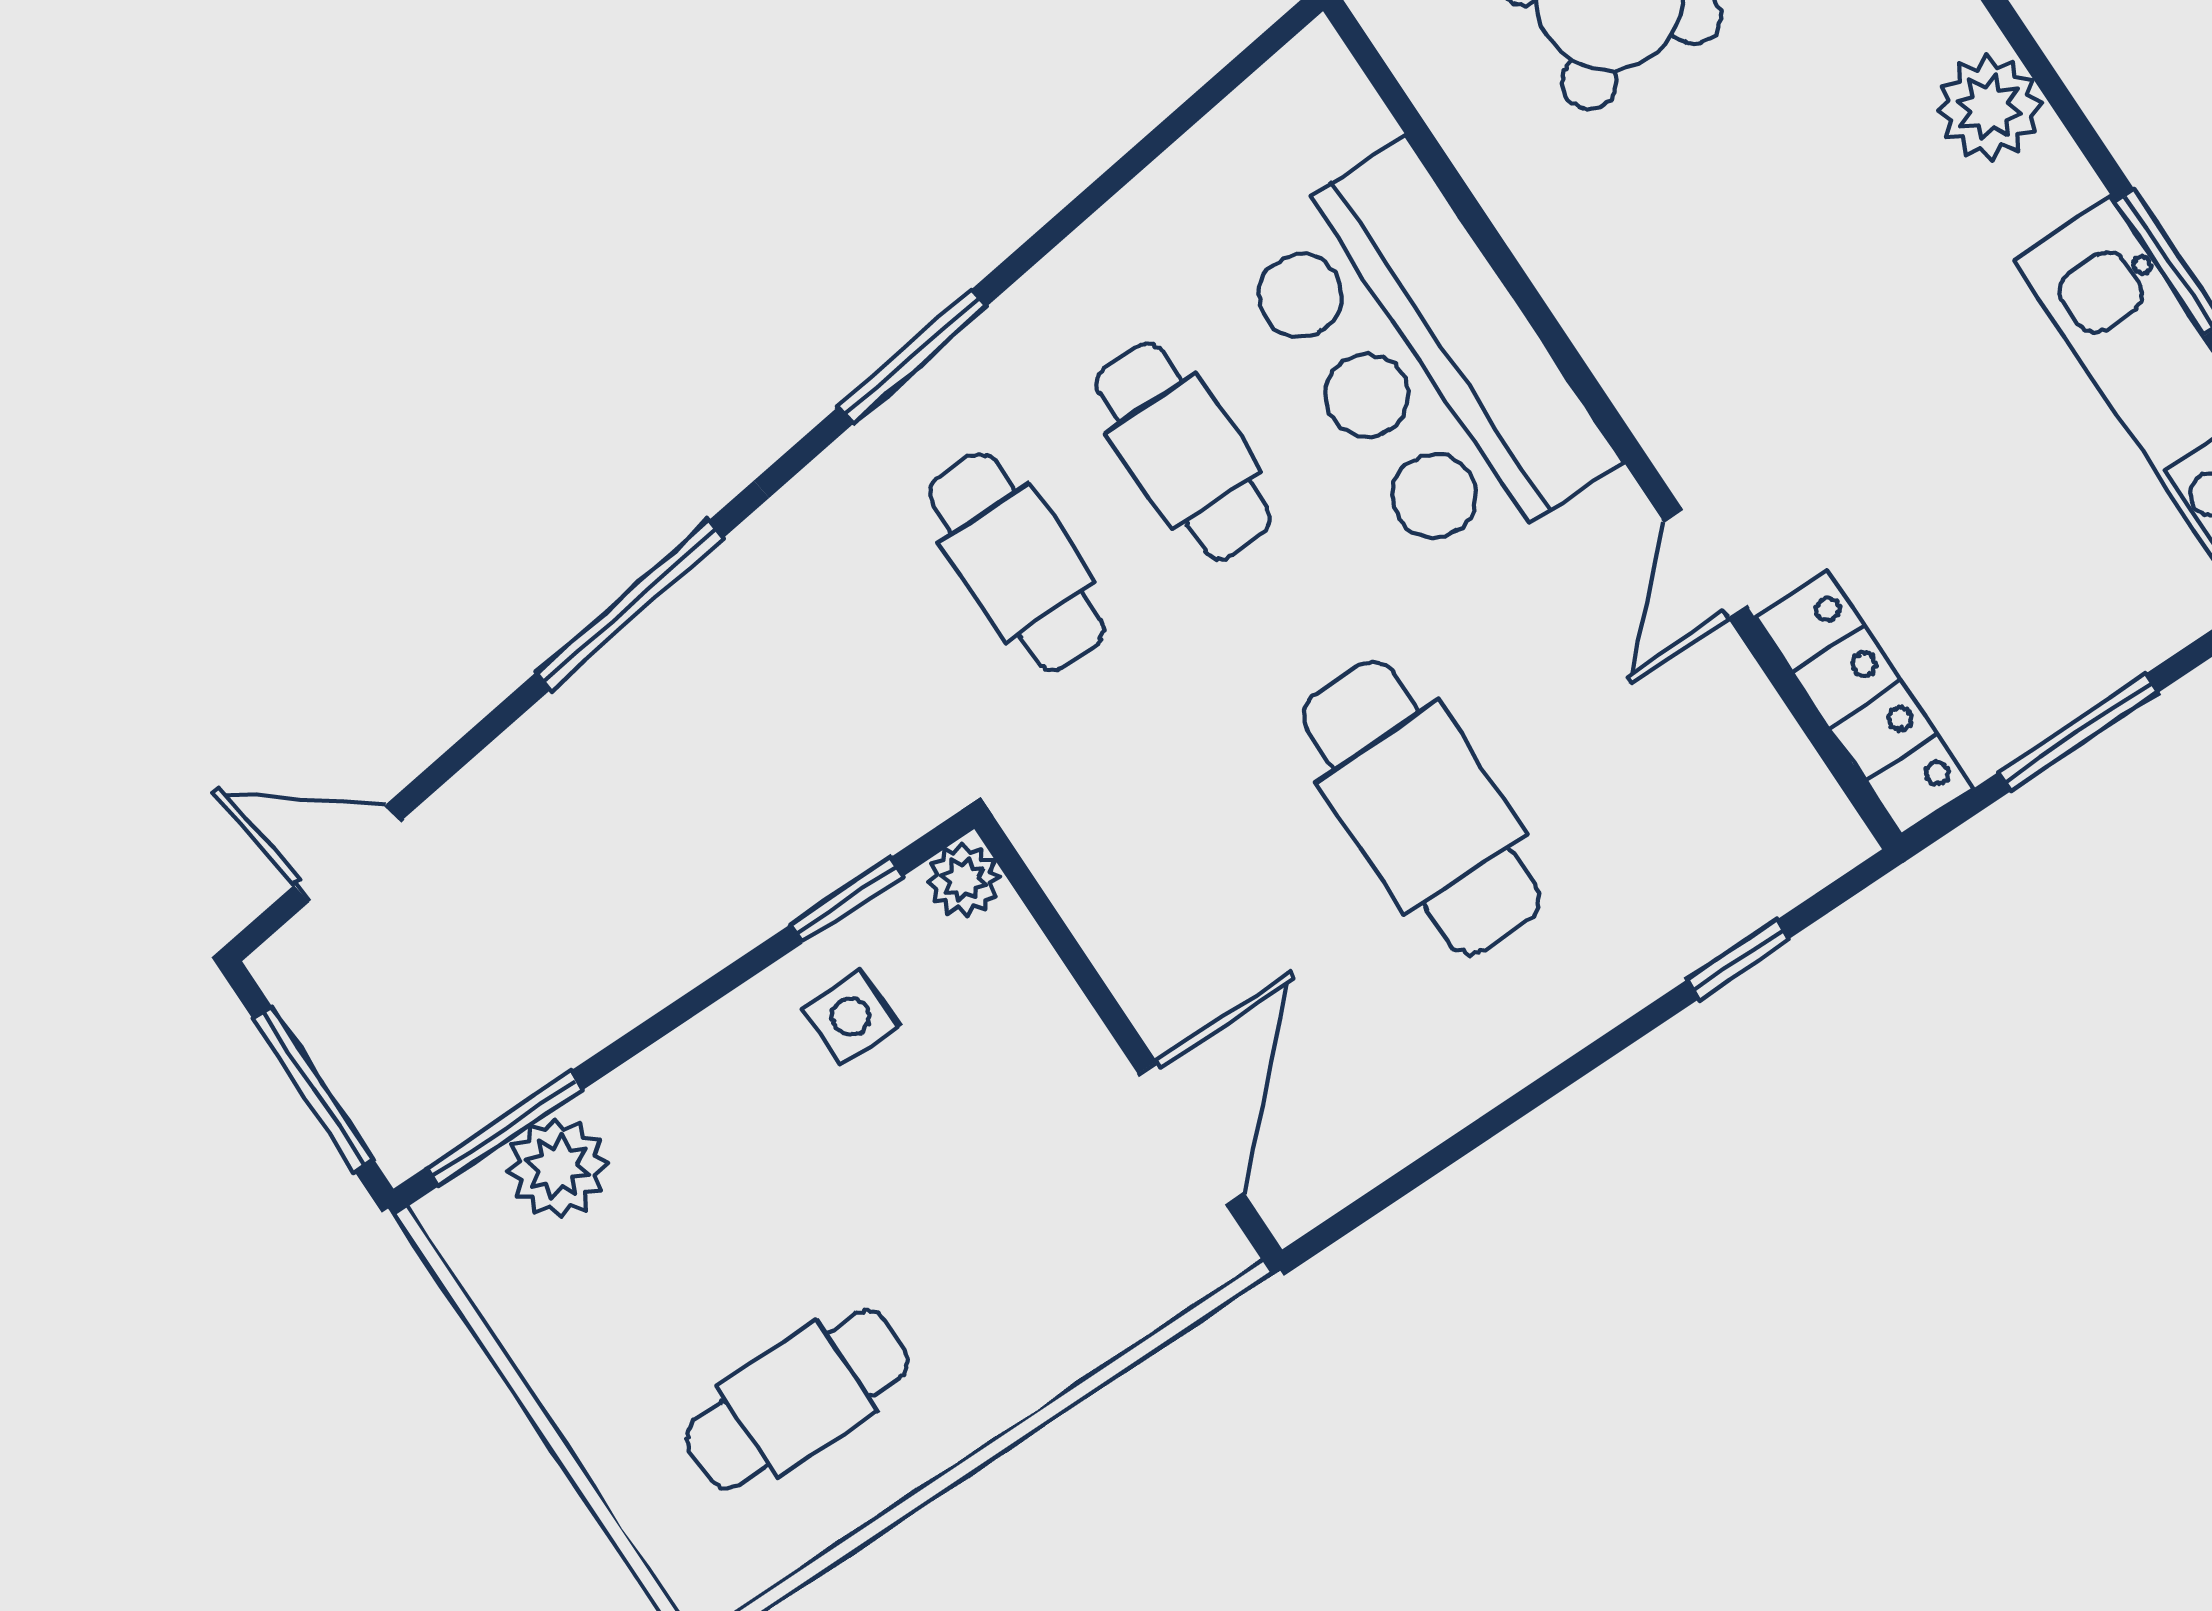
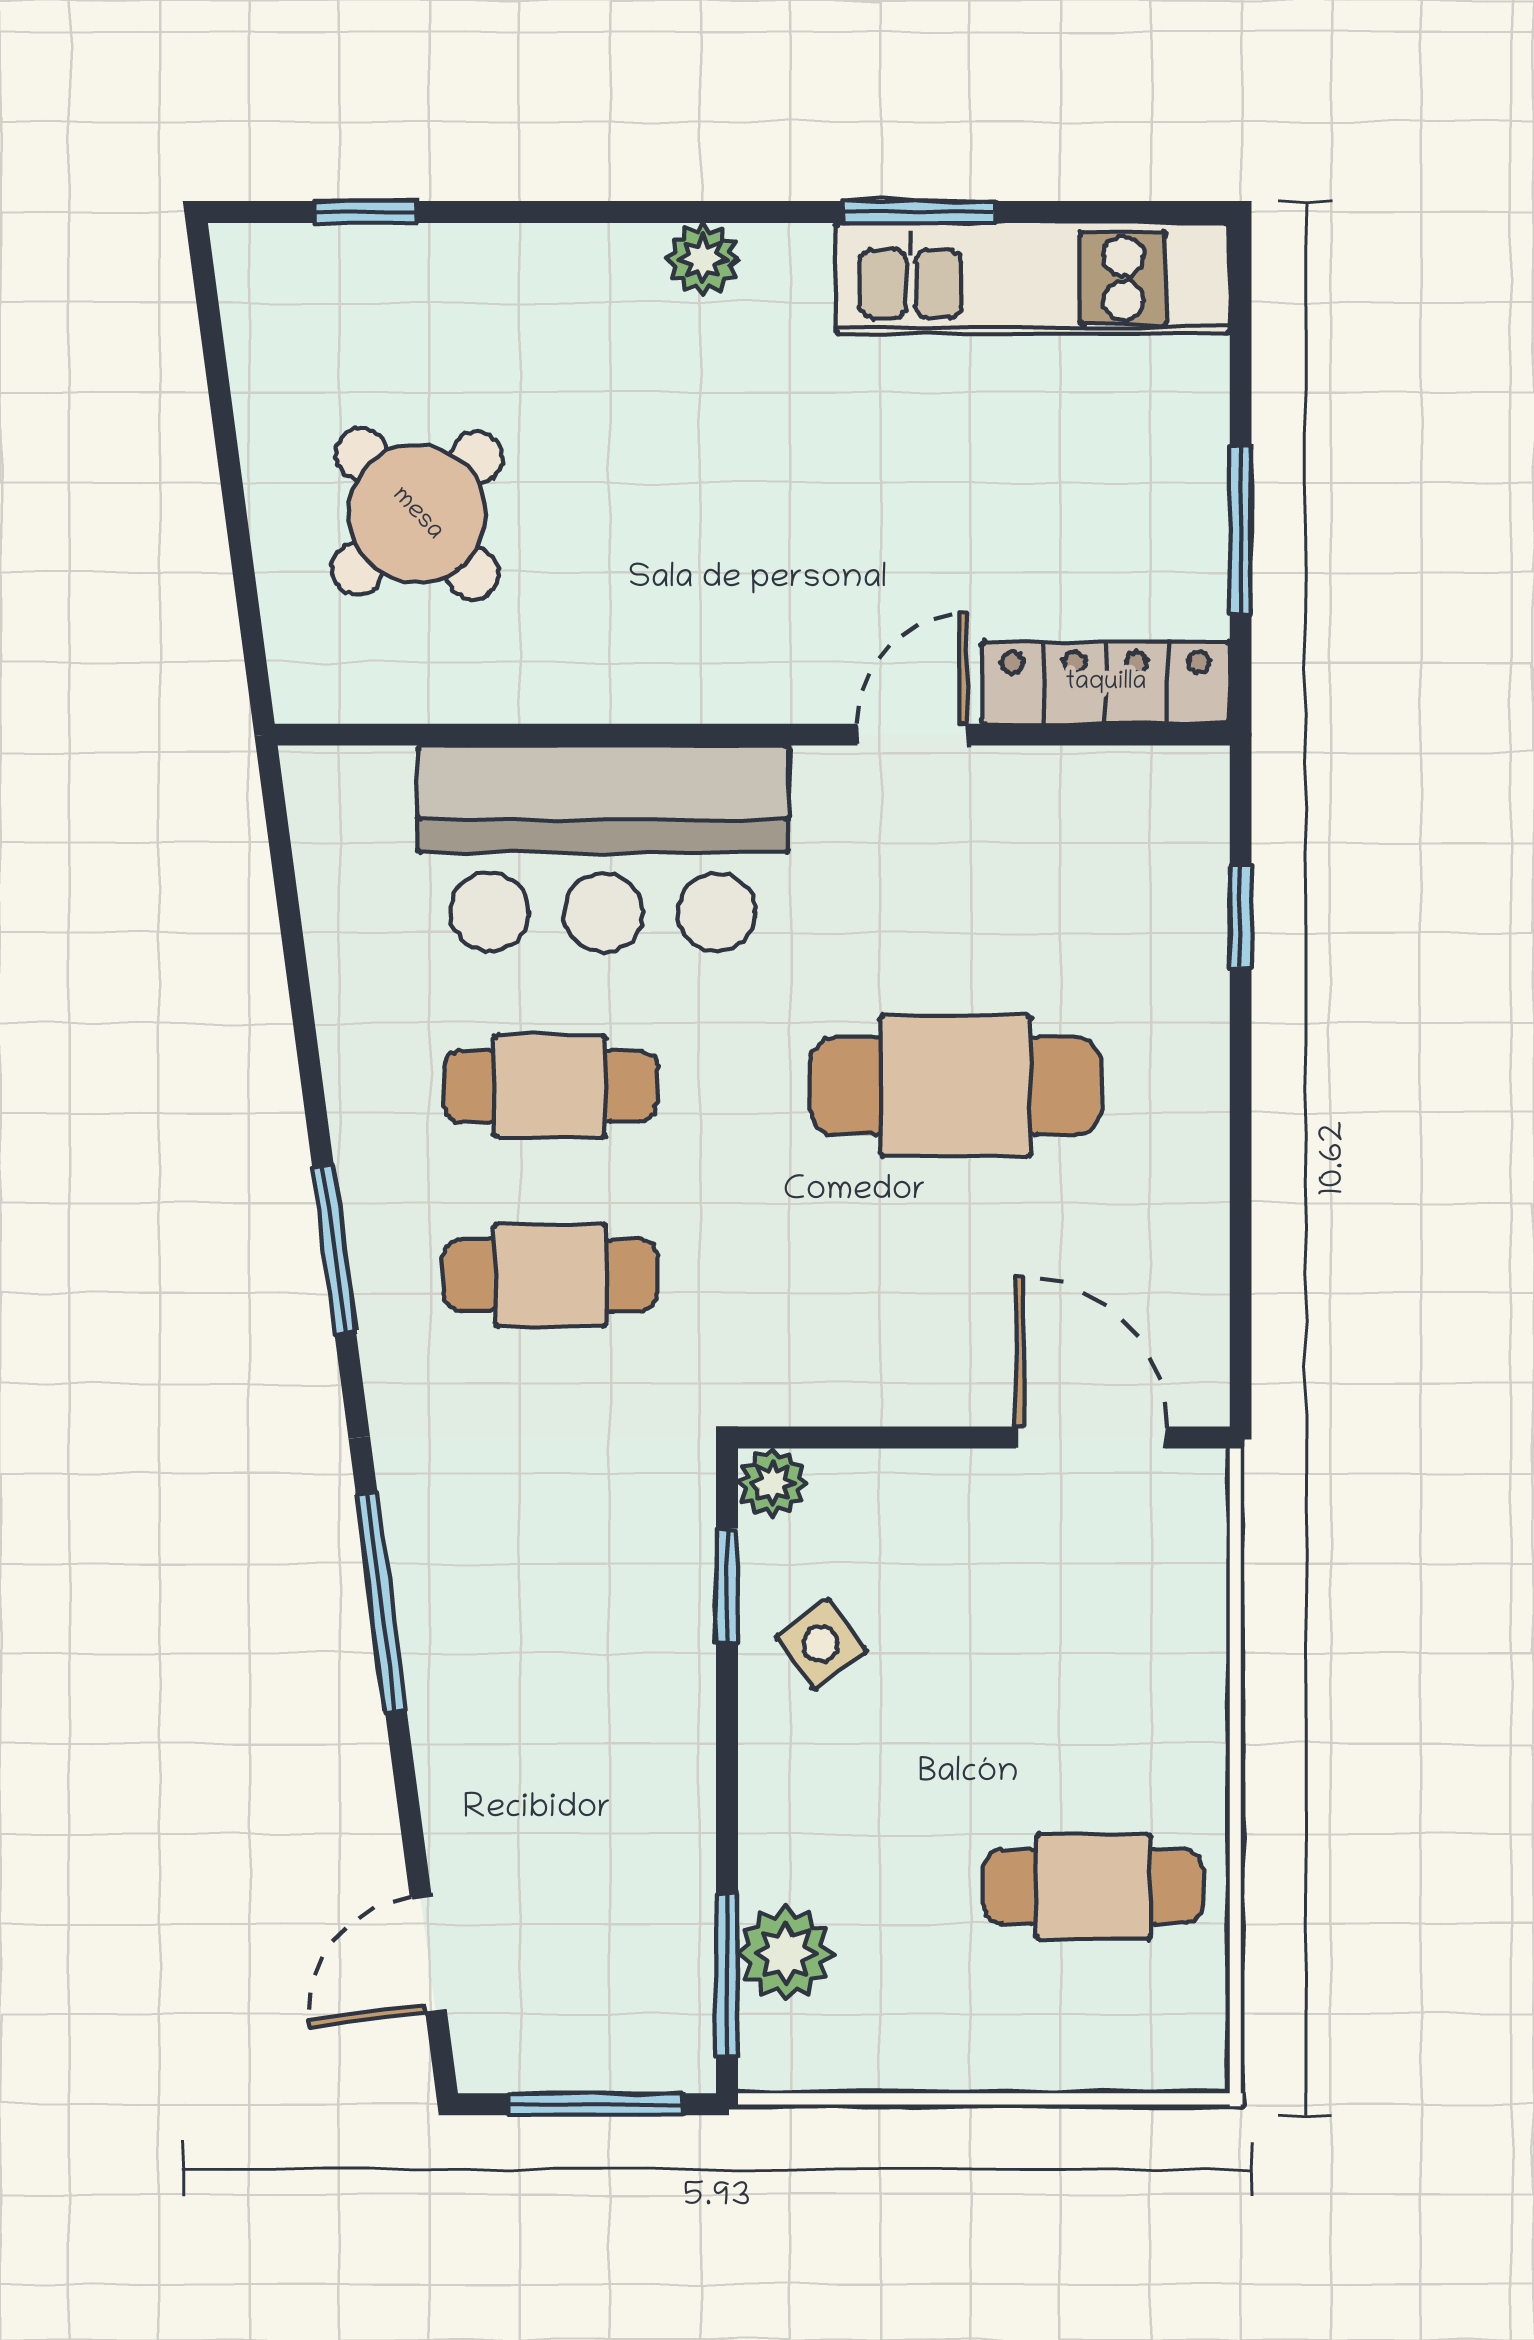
plant: (1989, 108) -> (703, 259), width x0.73, depth x0.73
door: (1705, 564) -> (913, 735), swing flipped
side table: (851, 1017) -> (821, 1644), turned -36
cafe table: (797, 1399) -> (1093, 1886), turned 90

